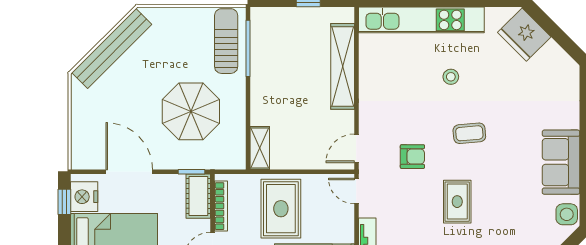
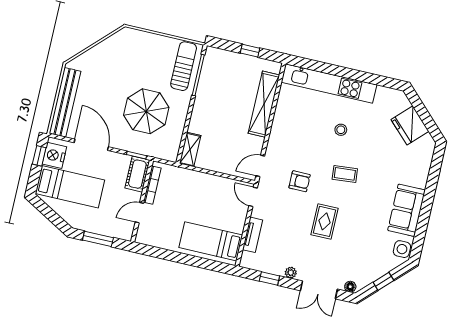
fridge: (524, 35) -> (410, 125), moved
bench: (112, 48) -> (65, 102), moved, turned -45
rug: (281, 209) -> (195, 197), removed

